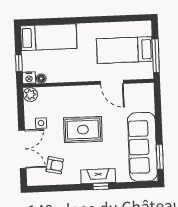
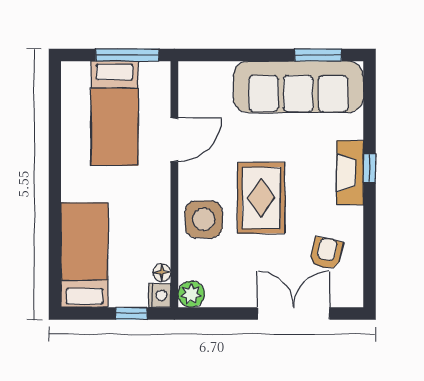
side table: (41, 123) -> (204, 219), moved, width x1.87, depth x1.87

